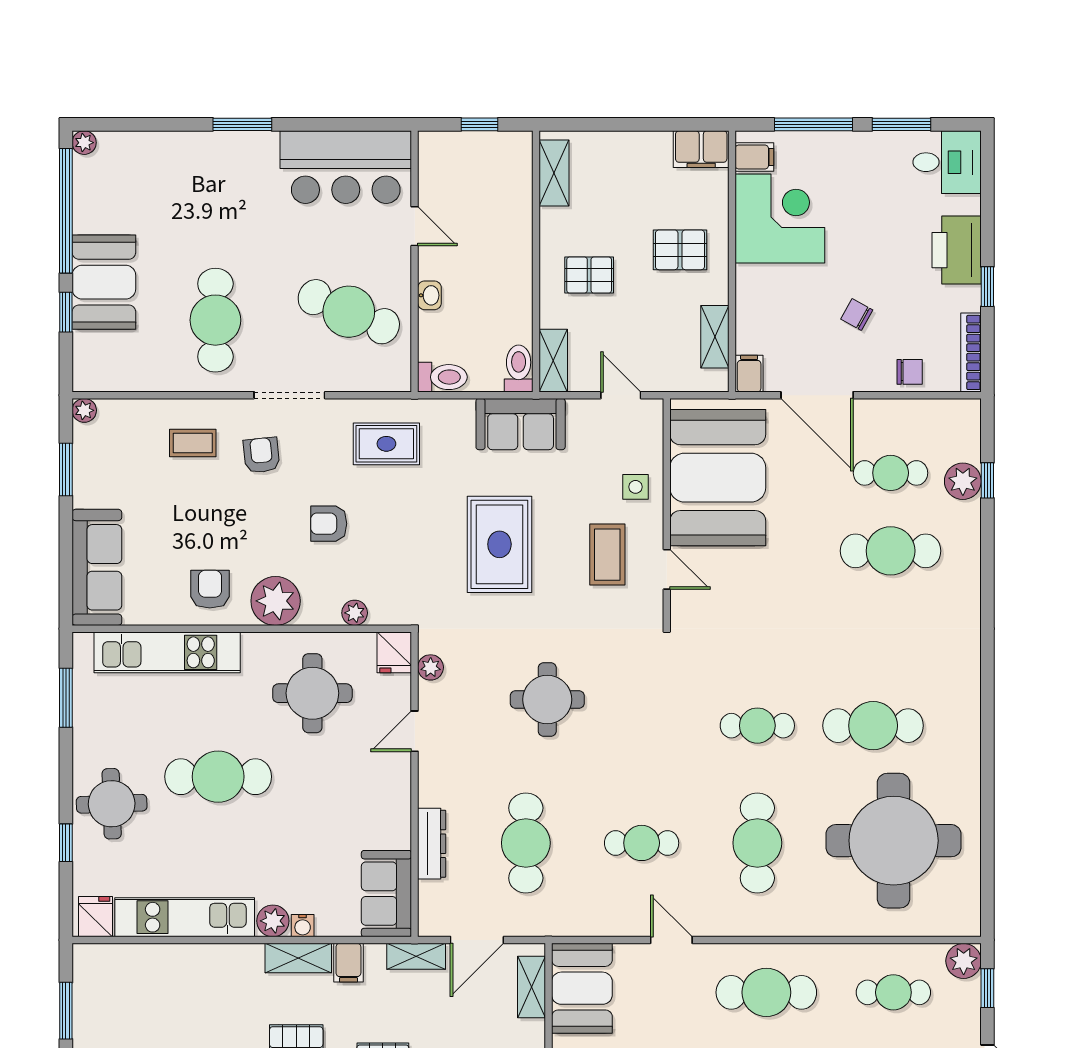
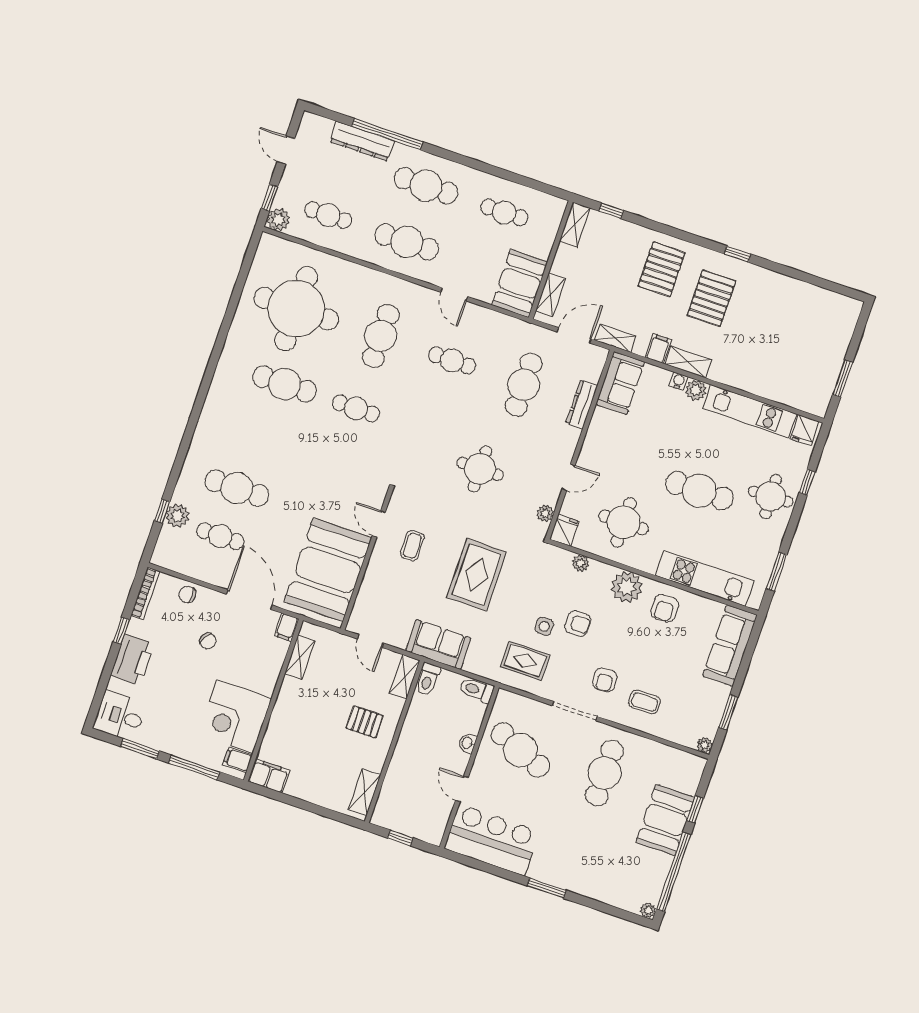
pallet: (680, 250) -> (303, 718), removed
side table: (636, 487) -> (544, 626), moved
coffee table: (607, 555) -> (412, 546), width x0.73, depth x0.77

